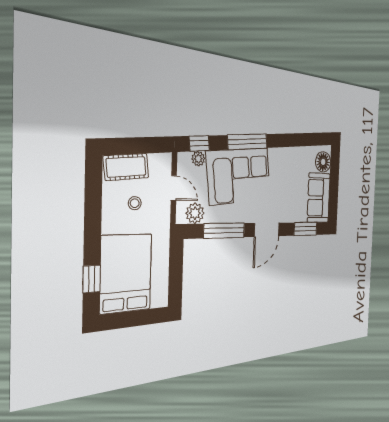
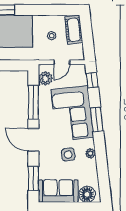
window: (248, 142) -> (97, 119), width x0.69
plant: (198, 159) -> (90, 153), moved
side table: (284, 184) -> (68, 154), added

